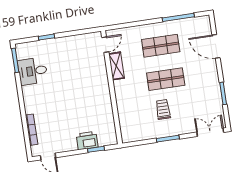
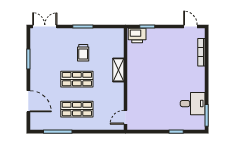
shelving: (116, 66) -> (118, 70), moved
double door: (210, 132) -> (45, 27), swing flipped
printer: (87, 140) -> (137, 35), moved

